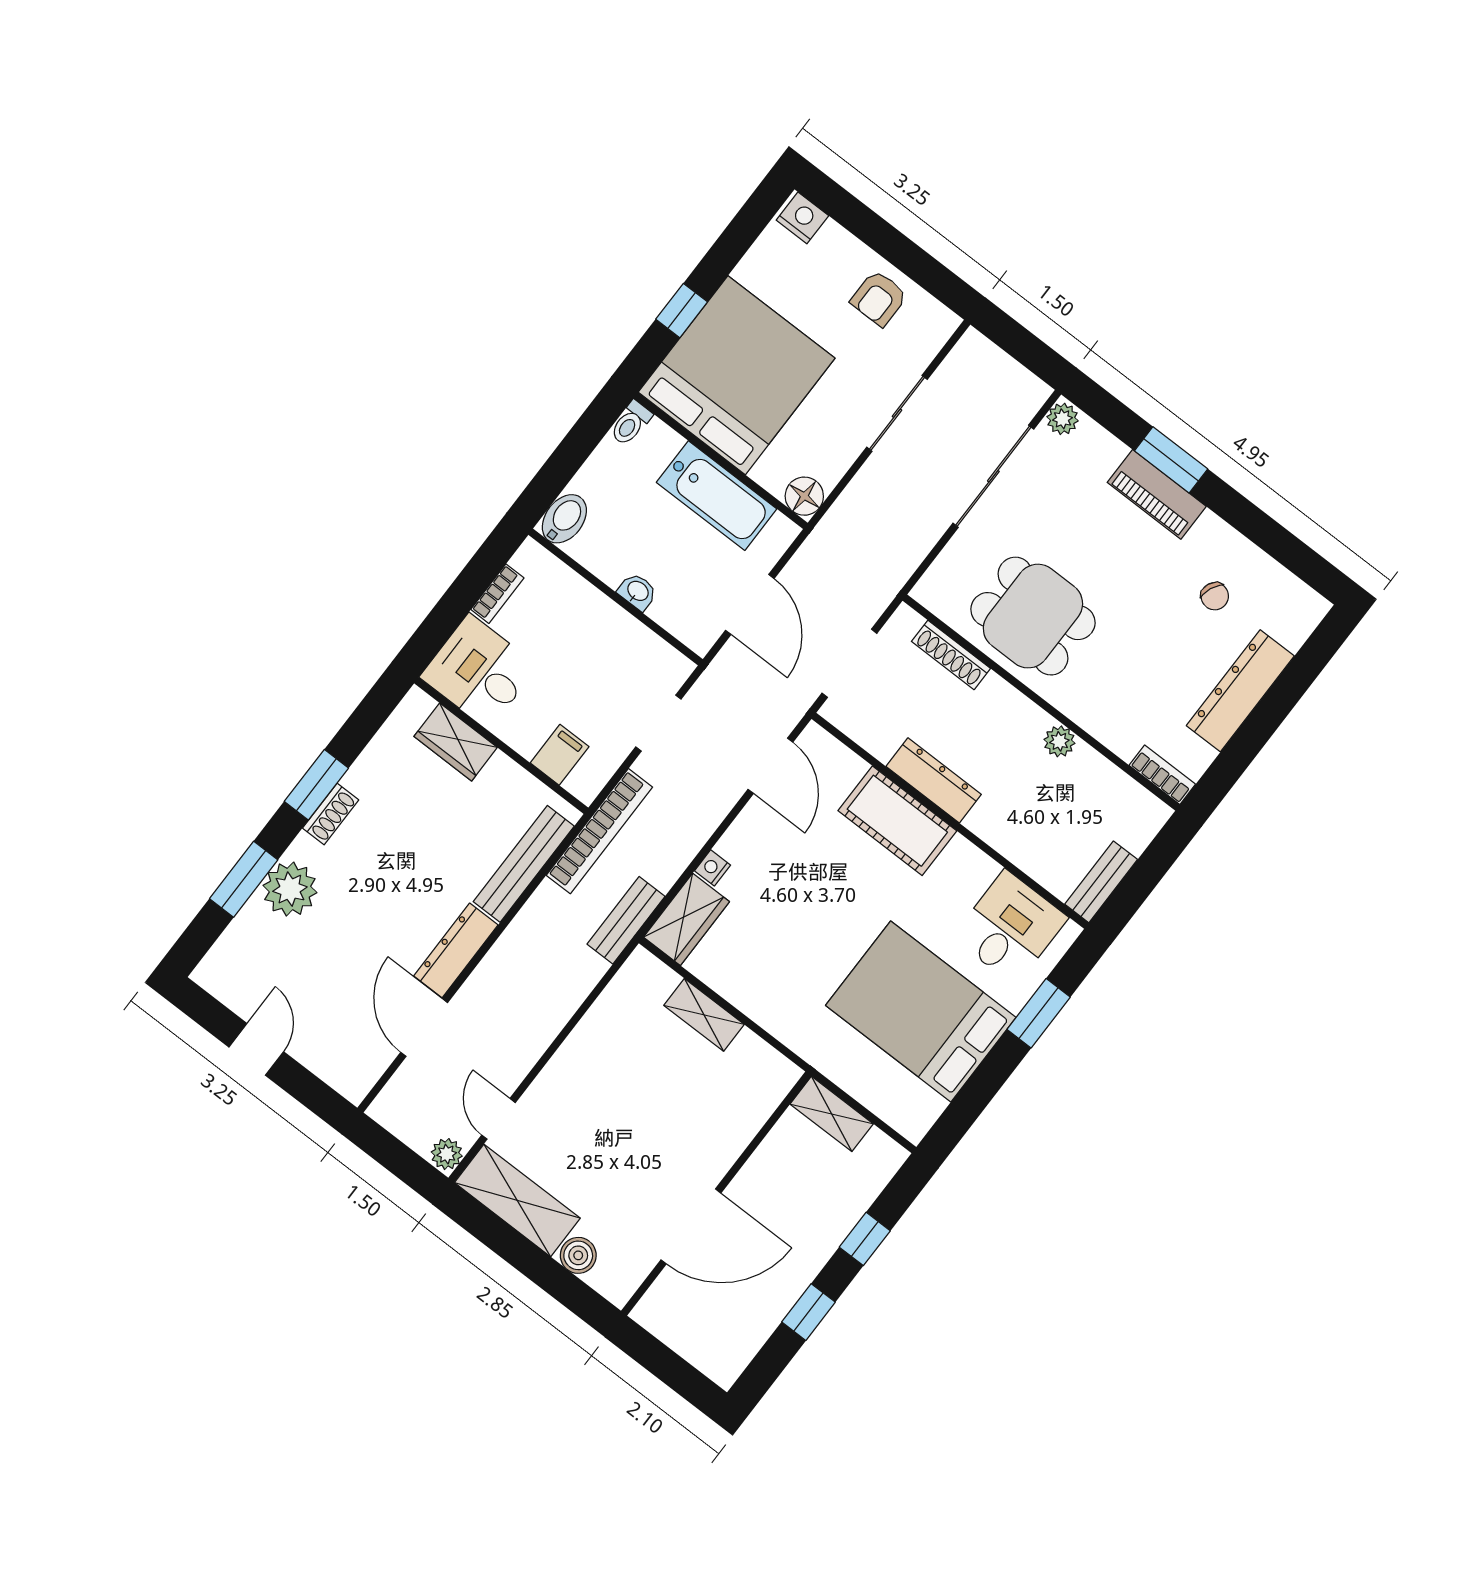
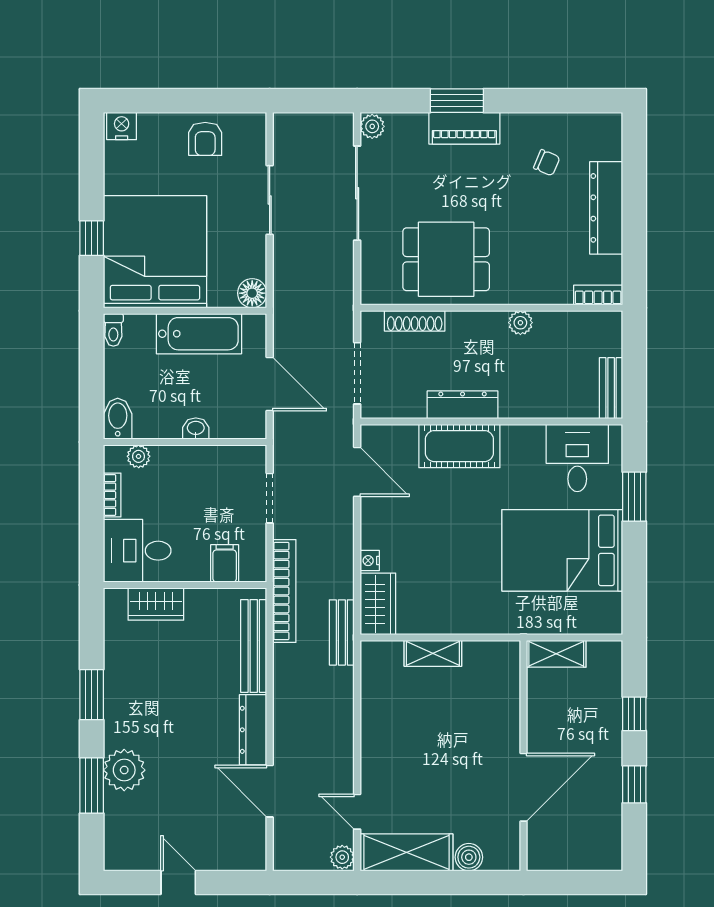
plant: (556, 575) -> (139, 456), added
shoe rack: (331, 814) -> (114, 706), removed

